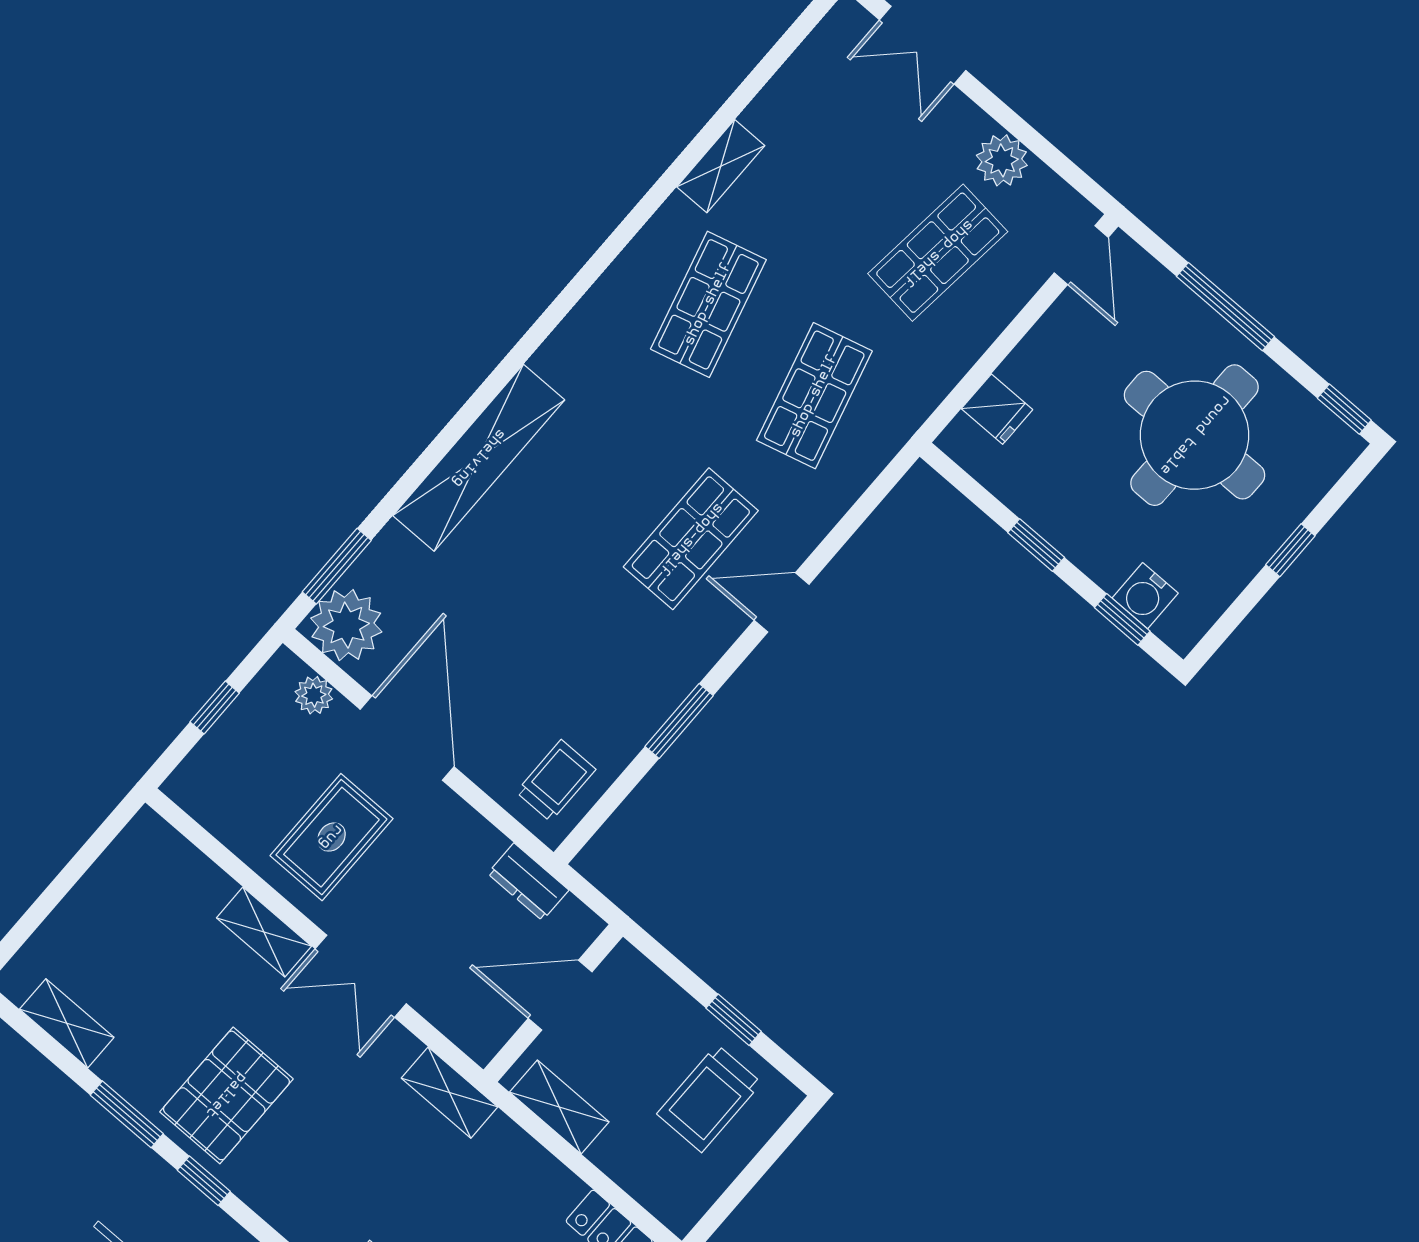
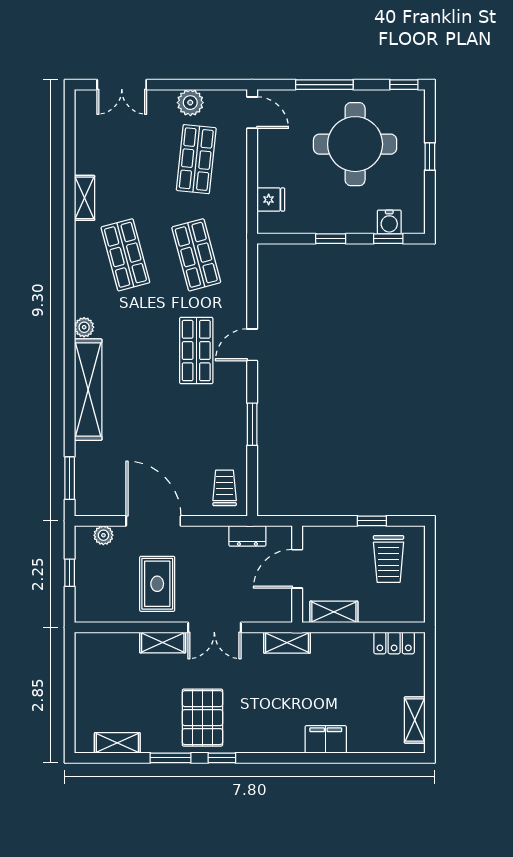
plant: (346, 625) -> (84, 327), moved, width x0.53, depth x0.53

